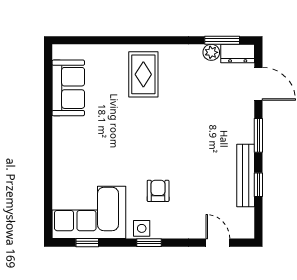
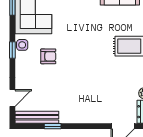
window: (258, 135) -> (87, 126), removed
bench: (246, 175) -> (37, 117), moved

